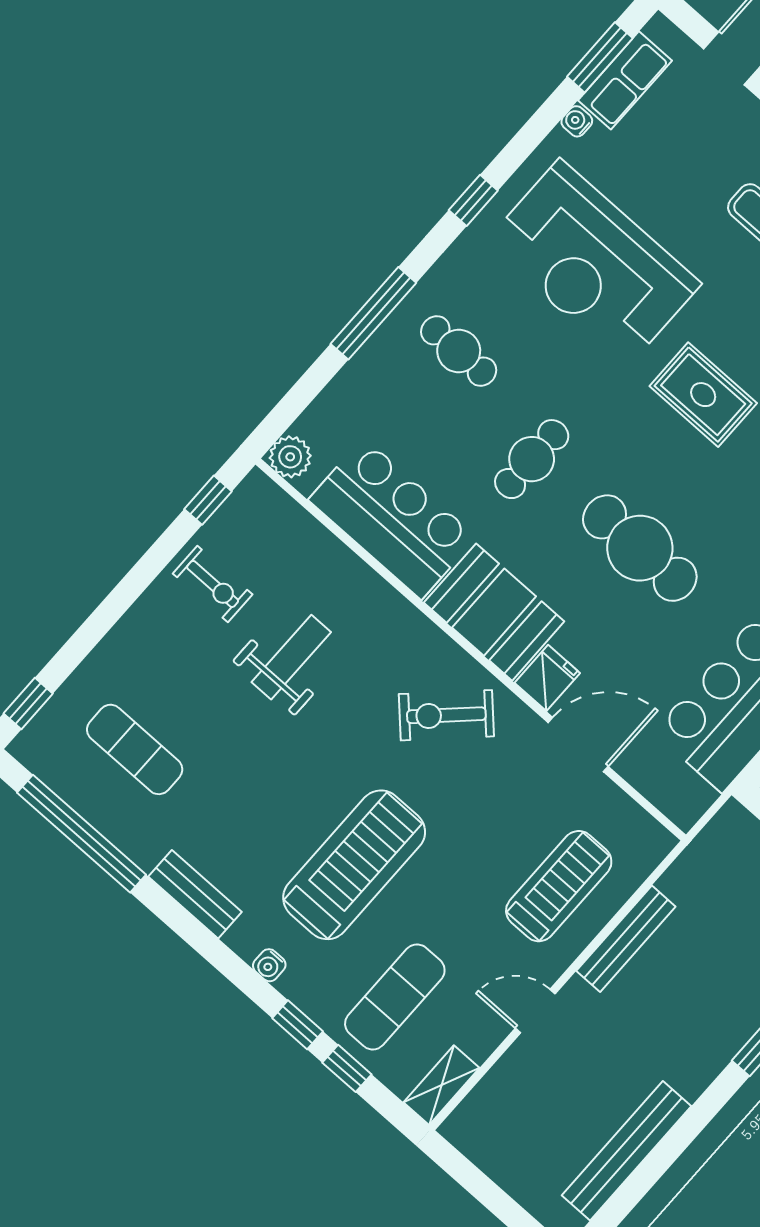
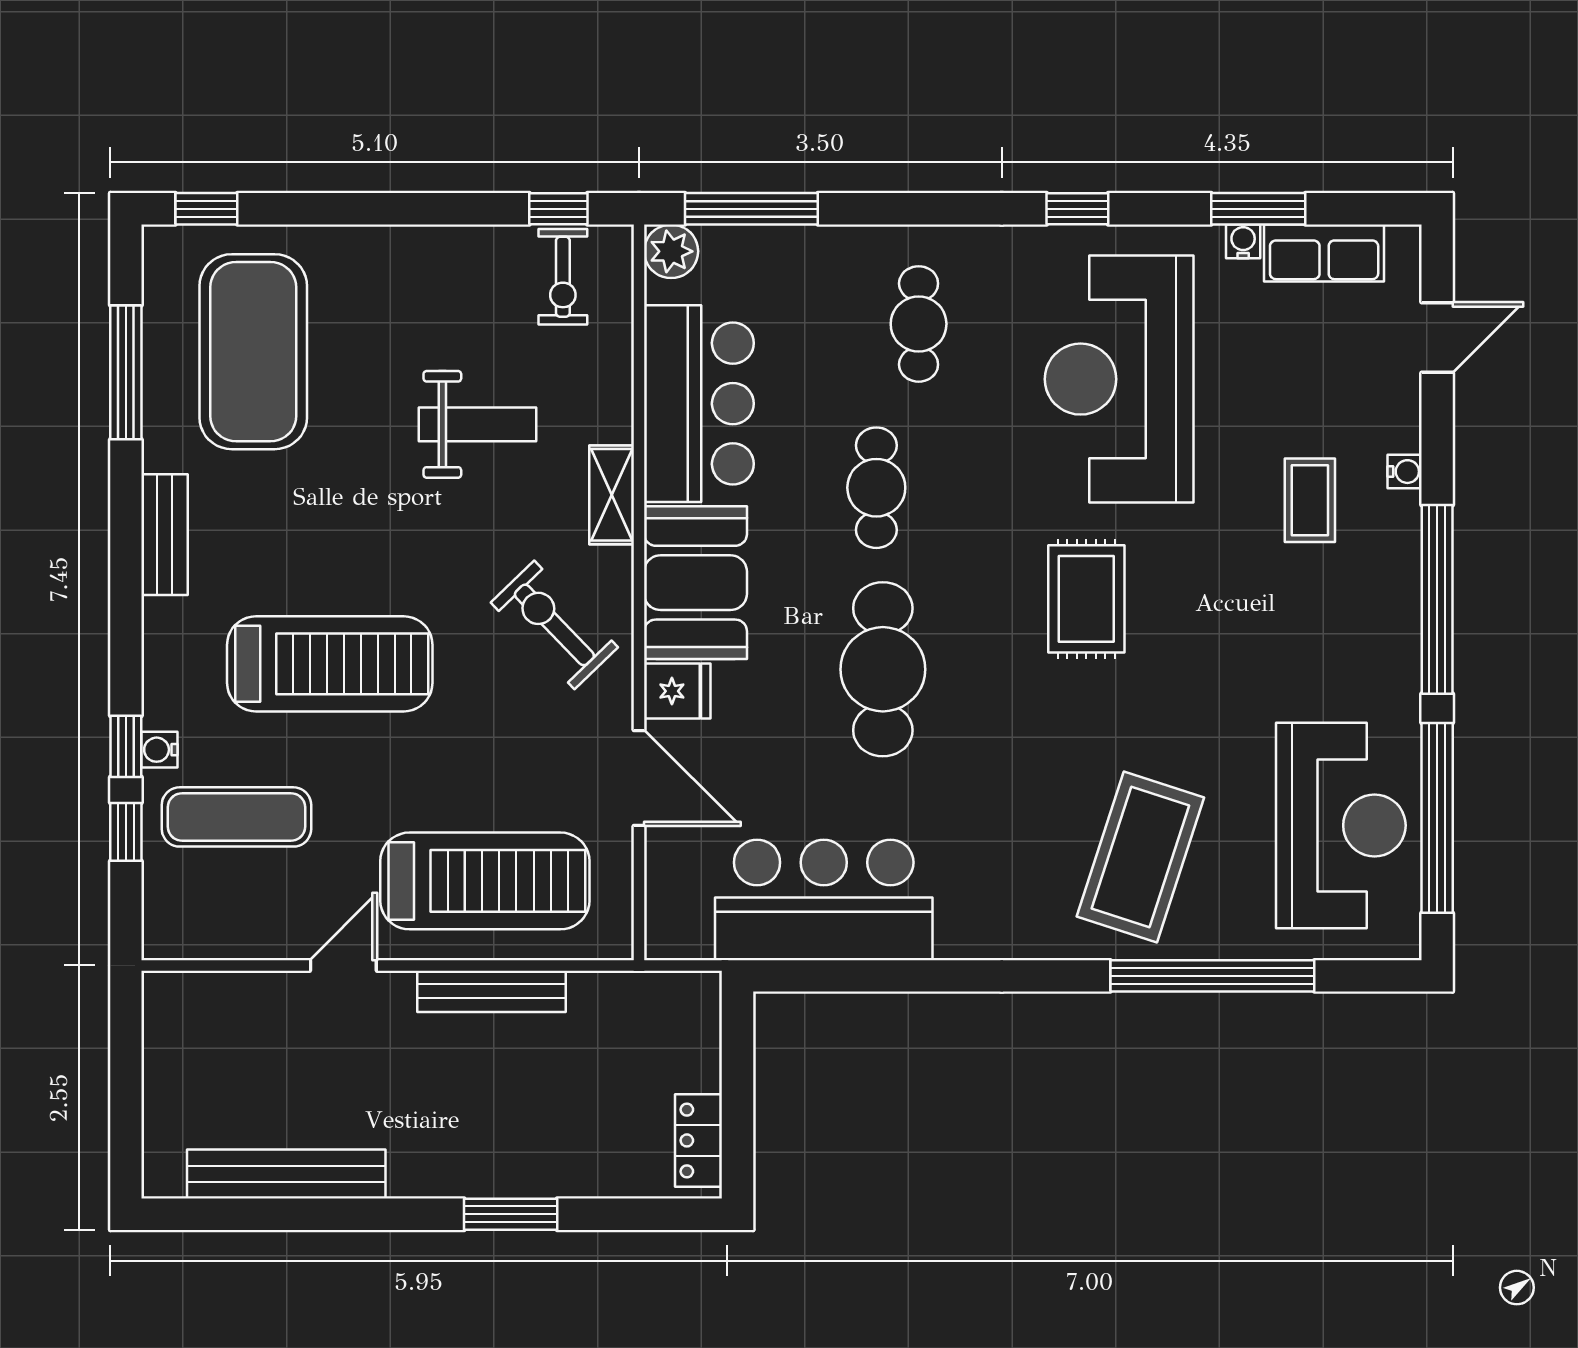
window: (600, 57) -> (1258, 209), moved
window: (373, 313) -> (751, 209), moved
cafe table: (532, 459) -> (876, 488), turned 90
exercise bike: (213, 584) -> (563, 277), moved
exercise mat: (135, 749) -> (253, 352), width x2.00, depth x1.45
window: (82, 834) -> (126, 372), width x0.68
treadmill: (559, 886) -> (485, 881), width x1.37, depth x1.38
water cooler: (269, 965) -> (159, 750), moved
door: (535, 1011) -> (343, 965), hinge flipped
shelving: (441, 1085) -> (612, 495), moved, turned 90

